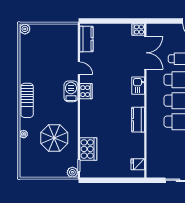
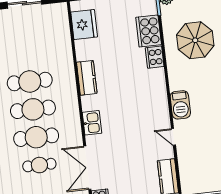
cooker: (86, 91) -> (155, 57), moved
fridge: (138, 164) -> (84, 24), width x1.88, depth x1.34

